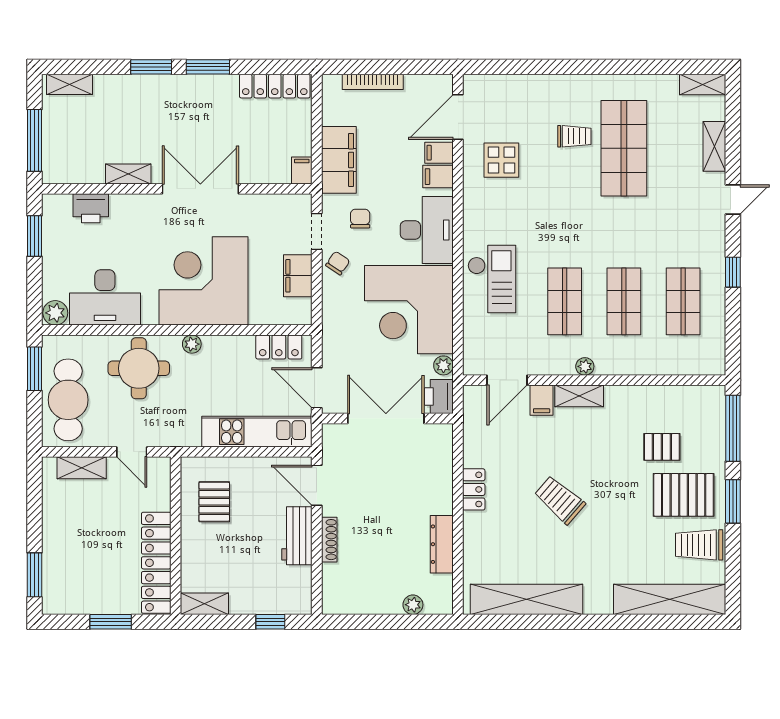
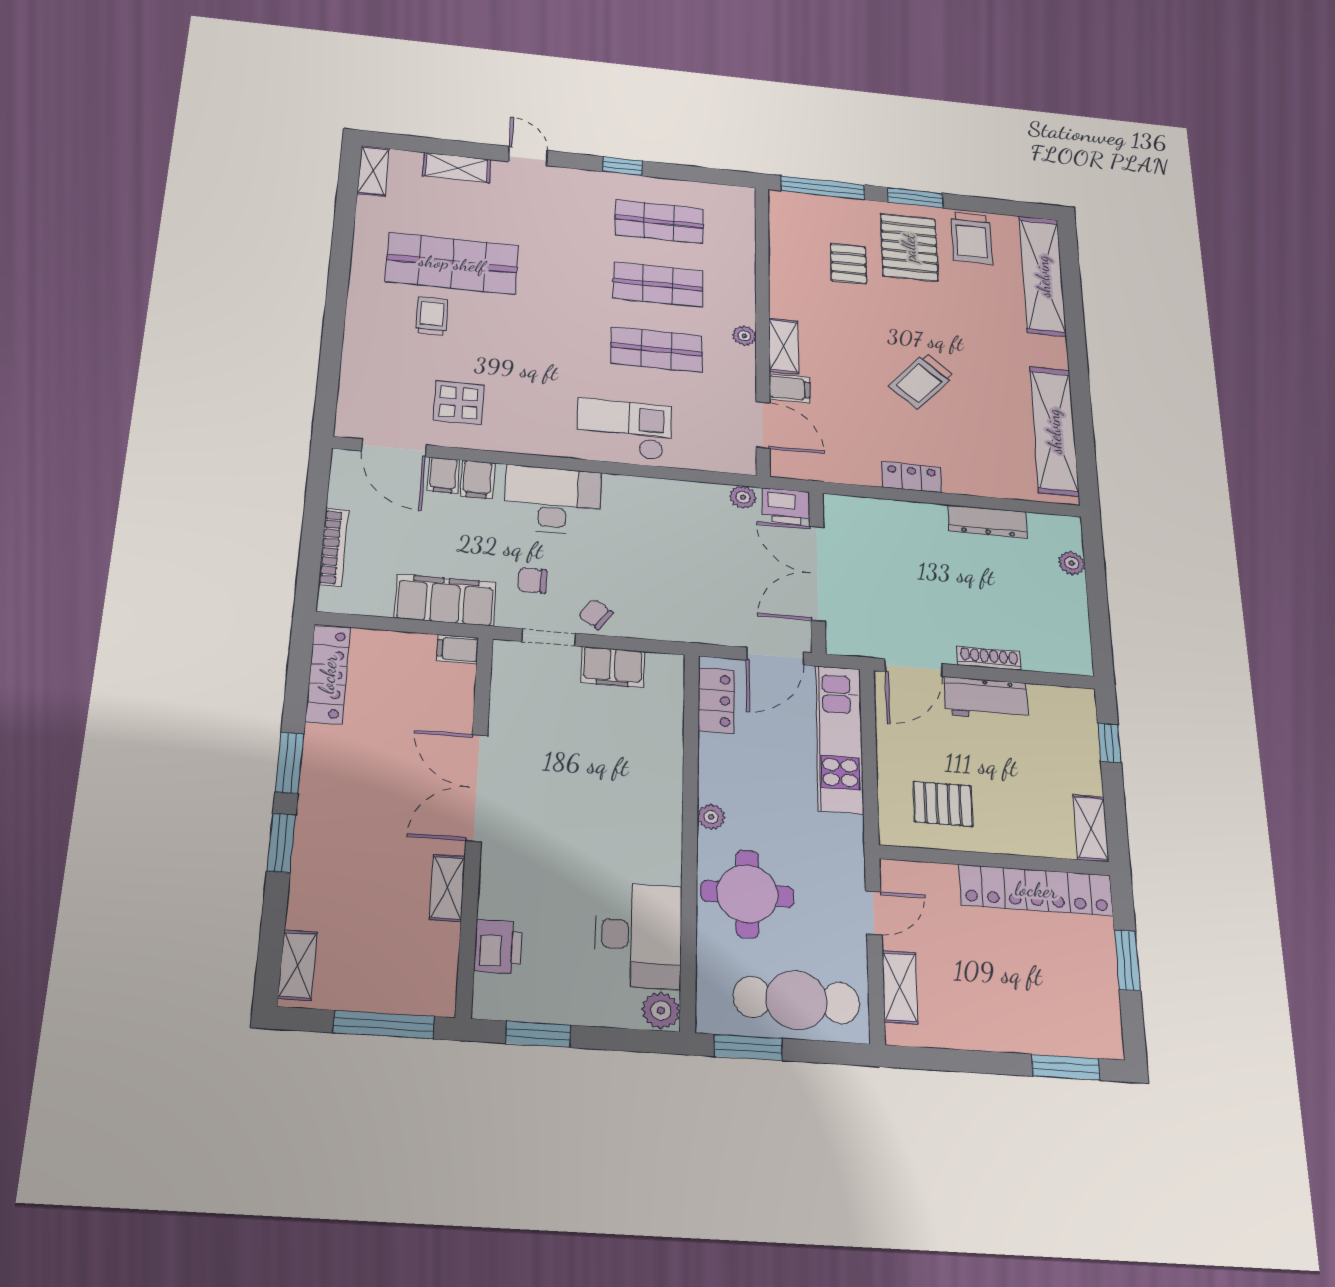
corner desk: (203, 281) -> (616, 794), removed
corner desk: (409, 310) -> (665, 532), removed

